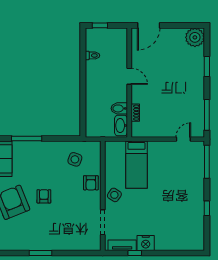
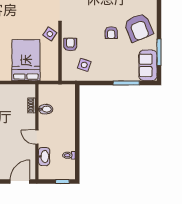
washbasin: (121, 126) -> (44, 157), moved
bed: (136, 165) -> (26, 60), width x1.50

